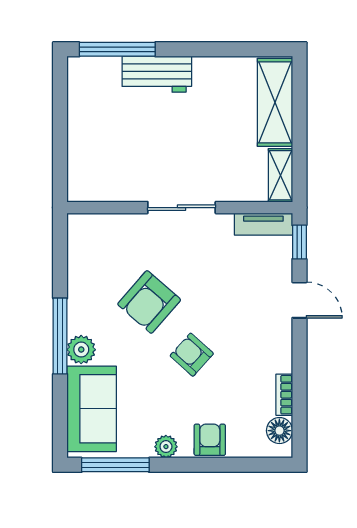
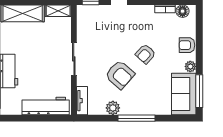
workbench: (85, 150) -> (46, 106), added
tv unit: (263, 224) -> (82, 101), moved
plant: (81, 350) -> (113, 108), moved
sofa: (92, 409) -> (184, 94), moved, turned -90

